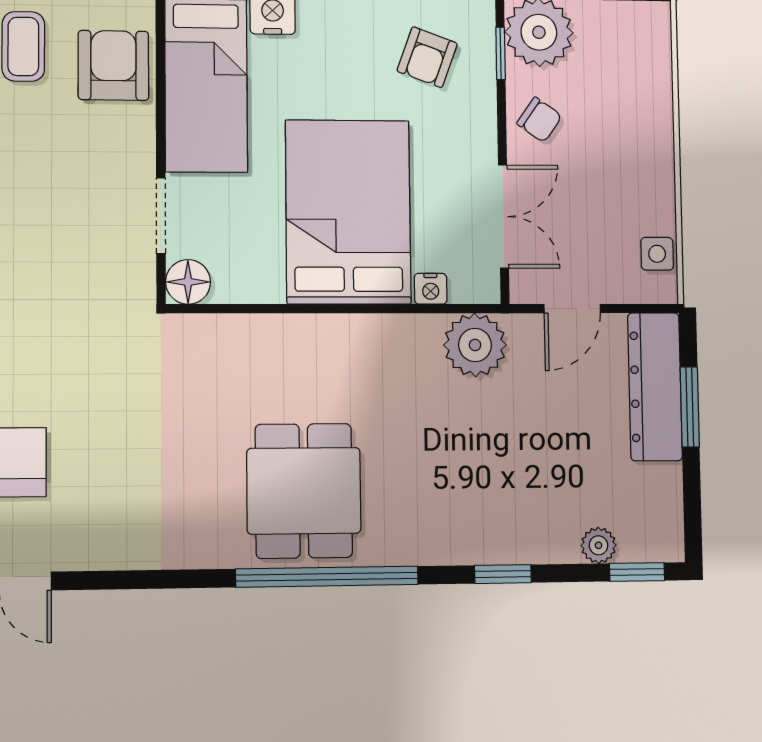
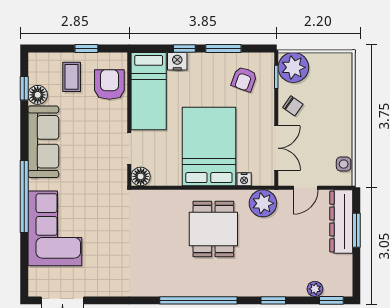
dining table: (304, 491) -> (213, 229), moved

